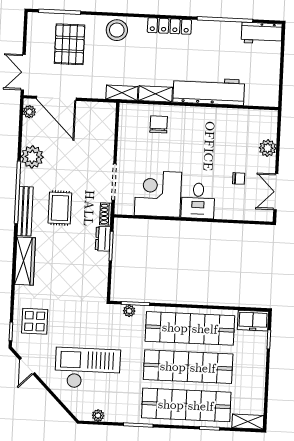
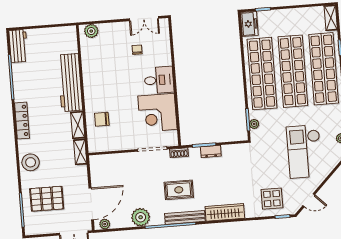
plant: (268, 148) -> (91, 31), moved
dresser: (103, 239) -> (211, 151), moved

